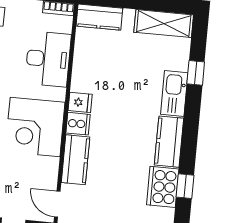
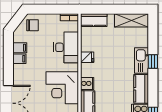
window: (196, 73) -> (153, 61), moved
fridge: (80, 102) -> (87, 57), moved

